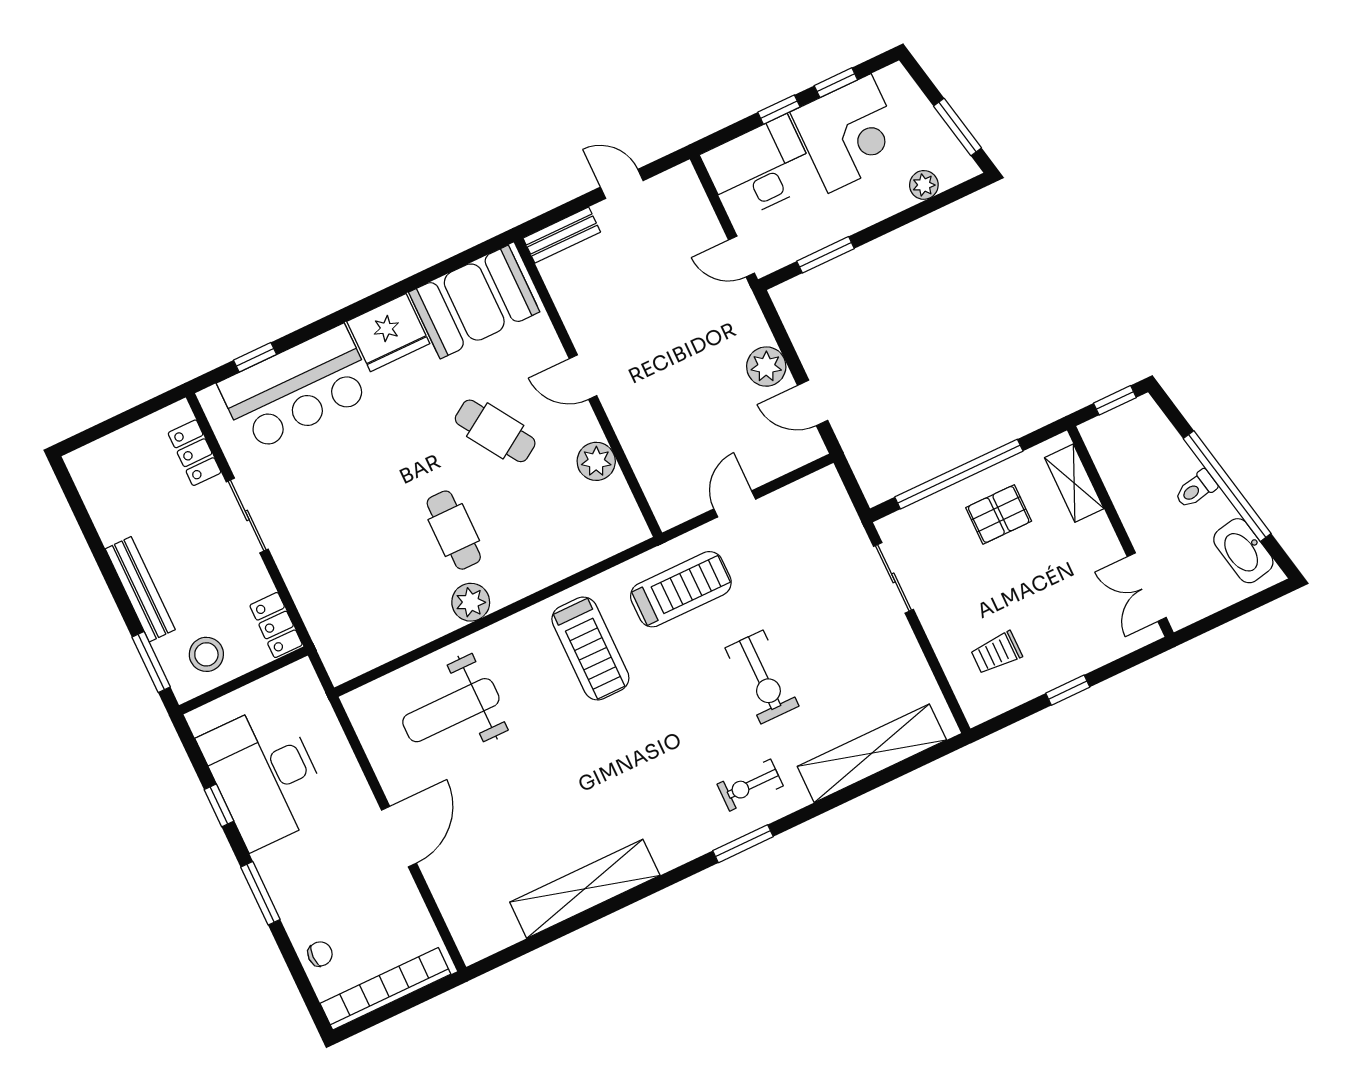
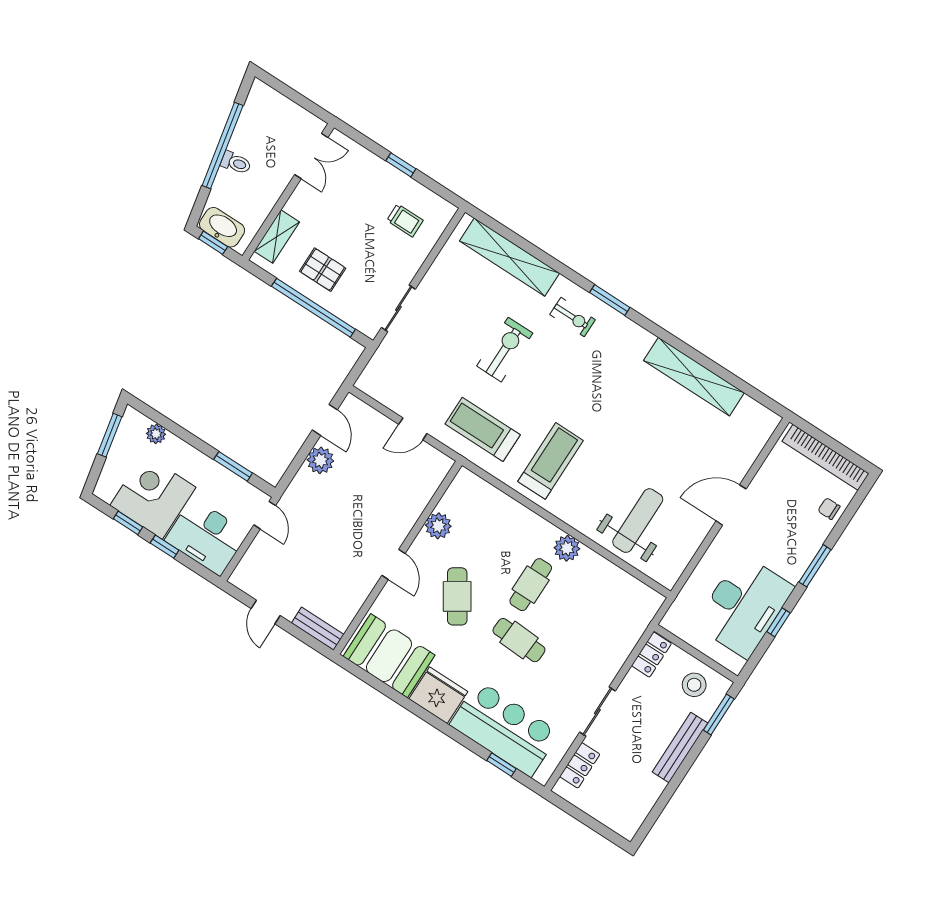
cafe table: (395, 473) -> (519, 640), added
washbasin: (1243, 551) -> (222, 227), moved, turned -78
weight bench: (451, 710) -> (638, 521), turned -90

